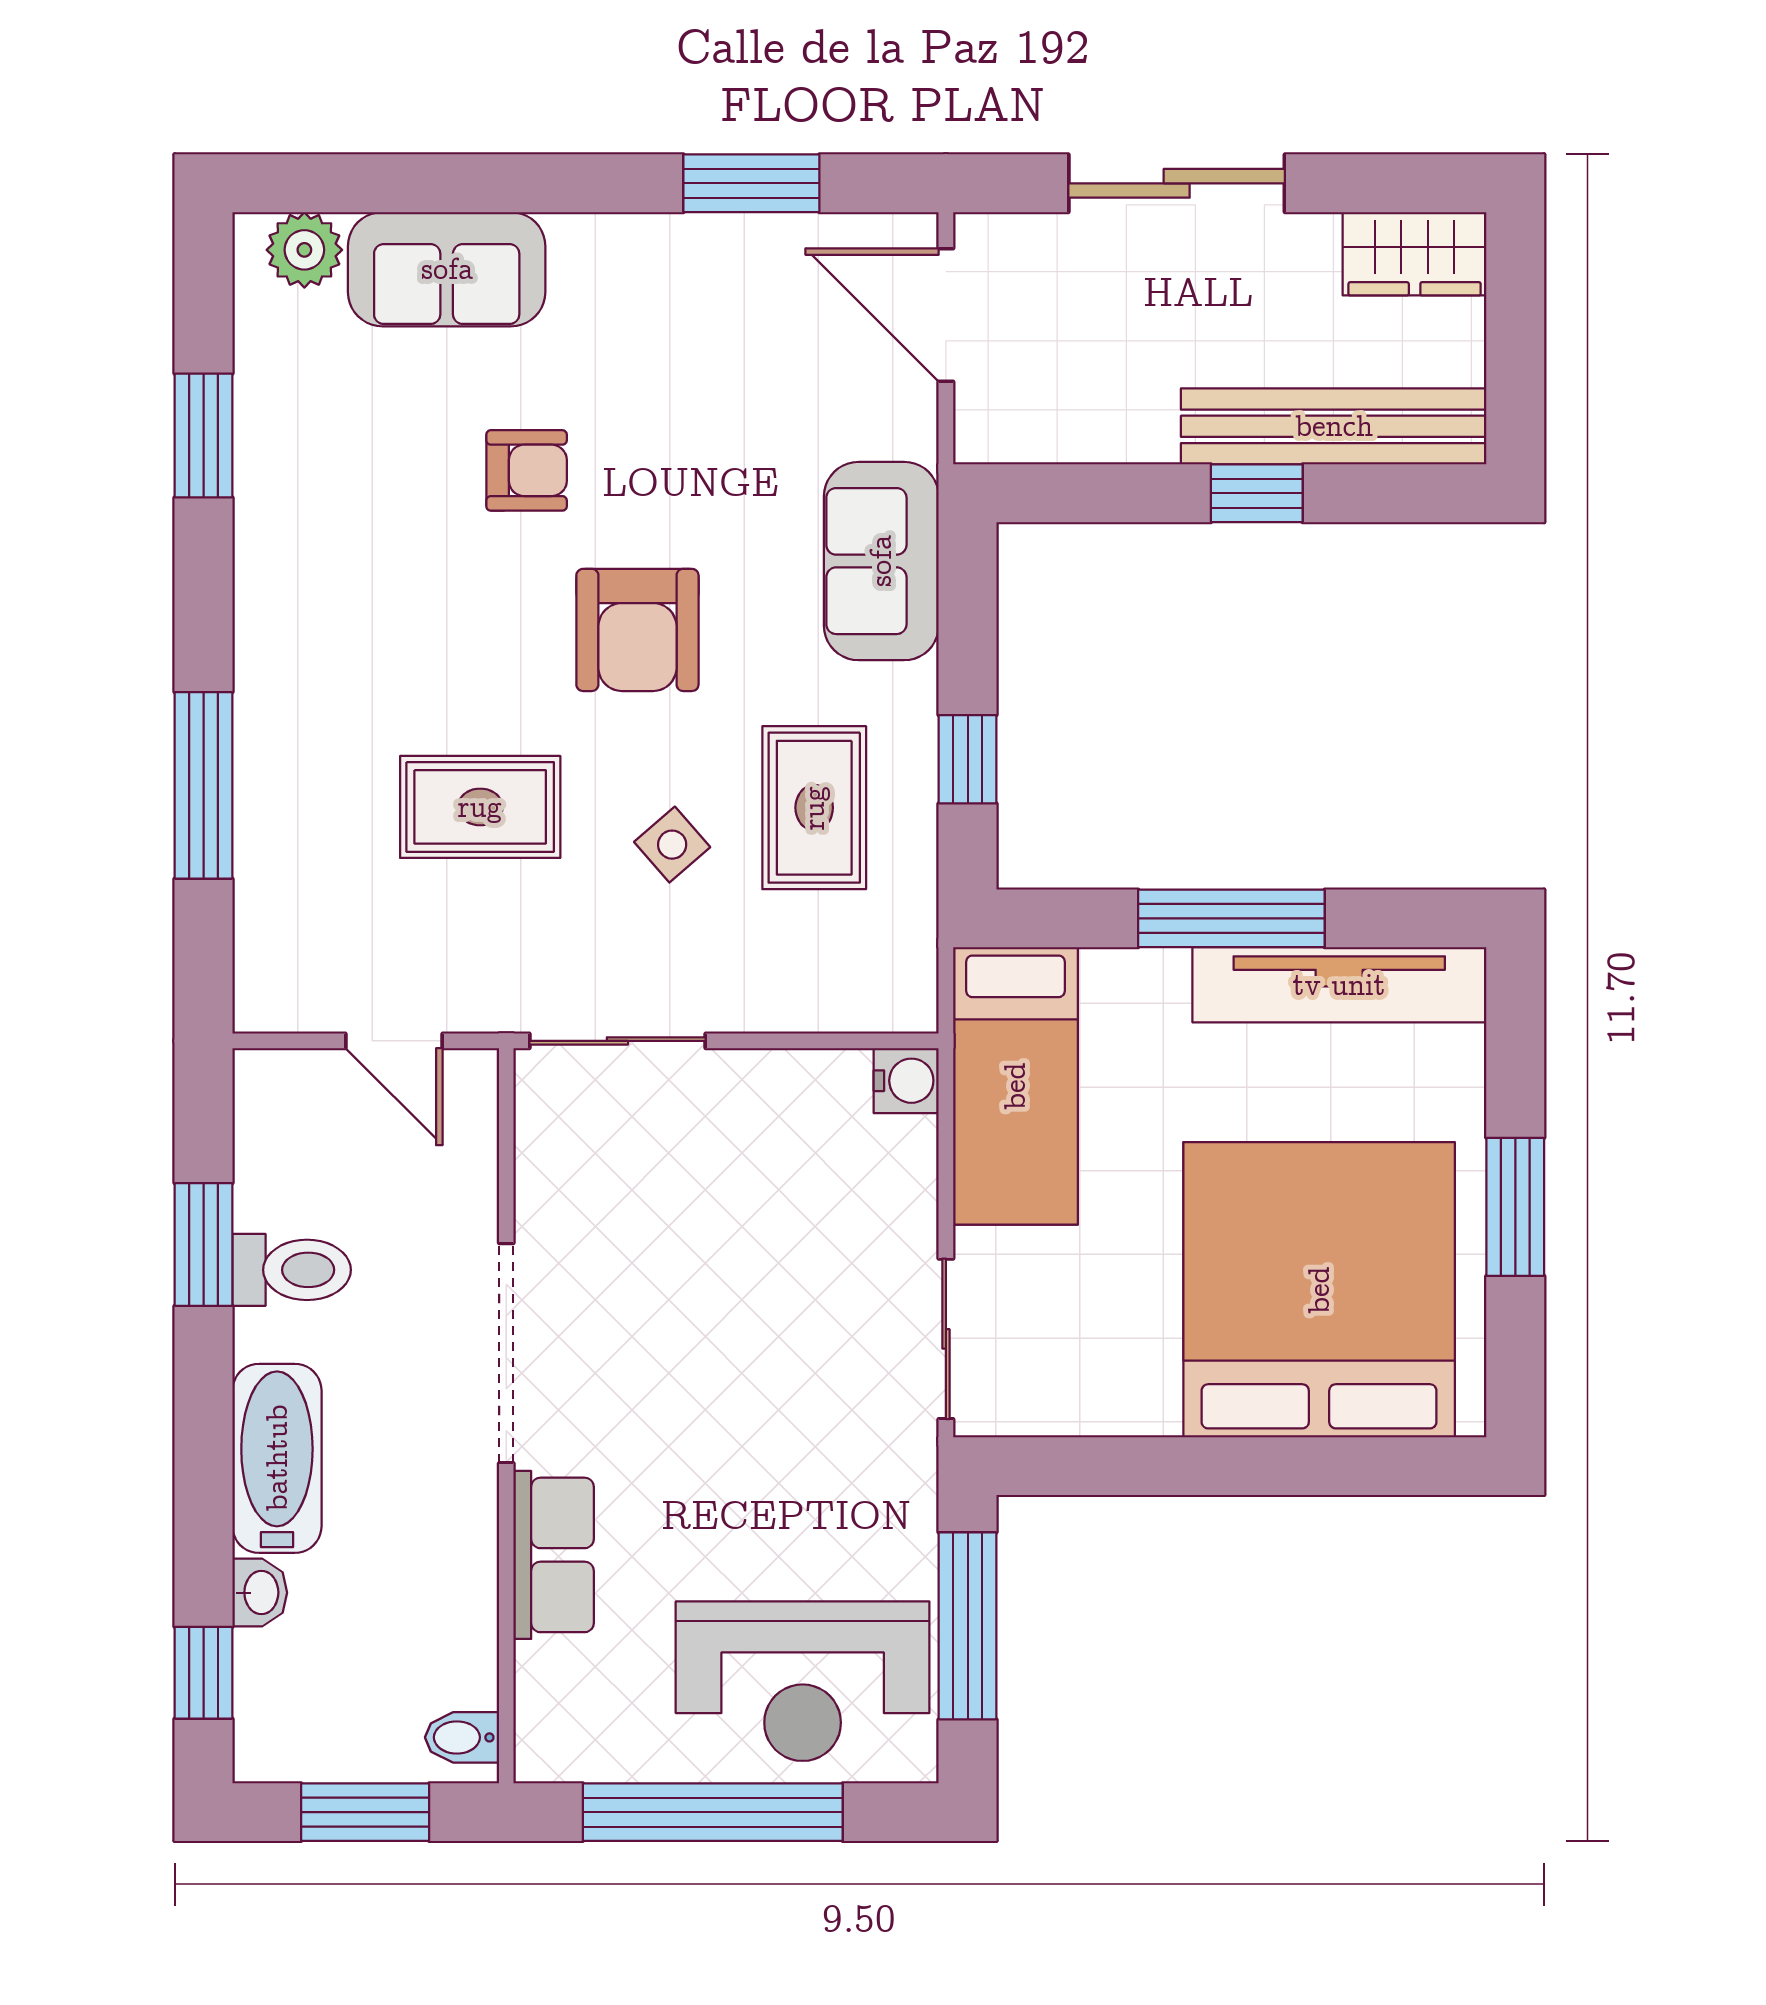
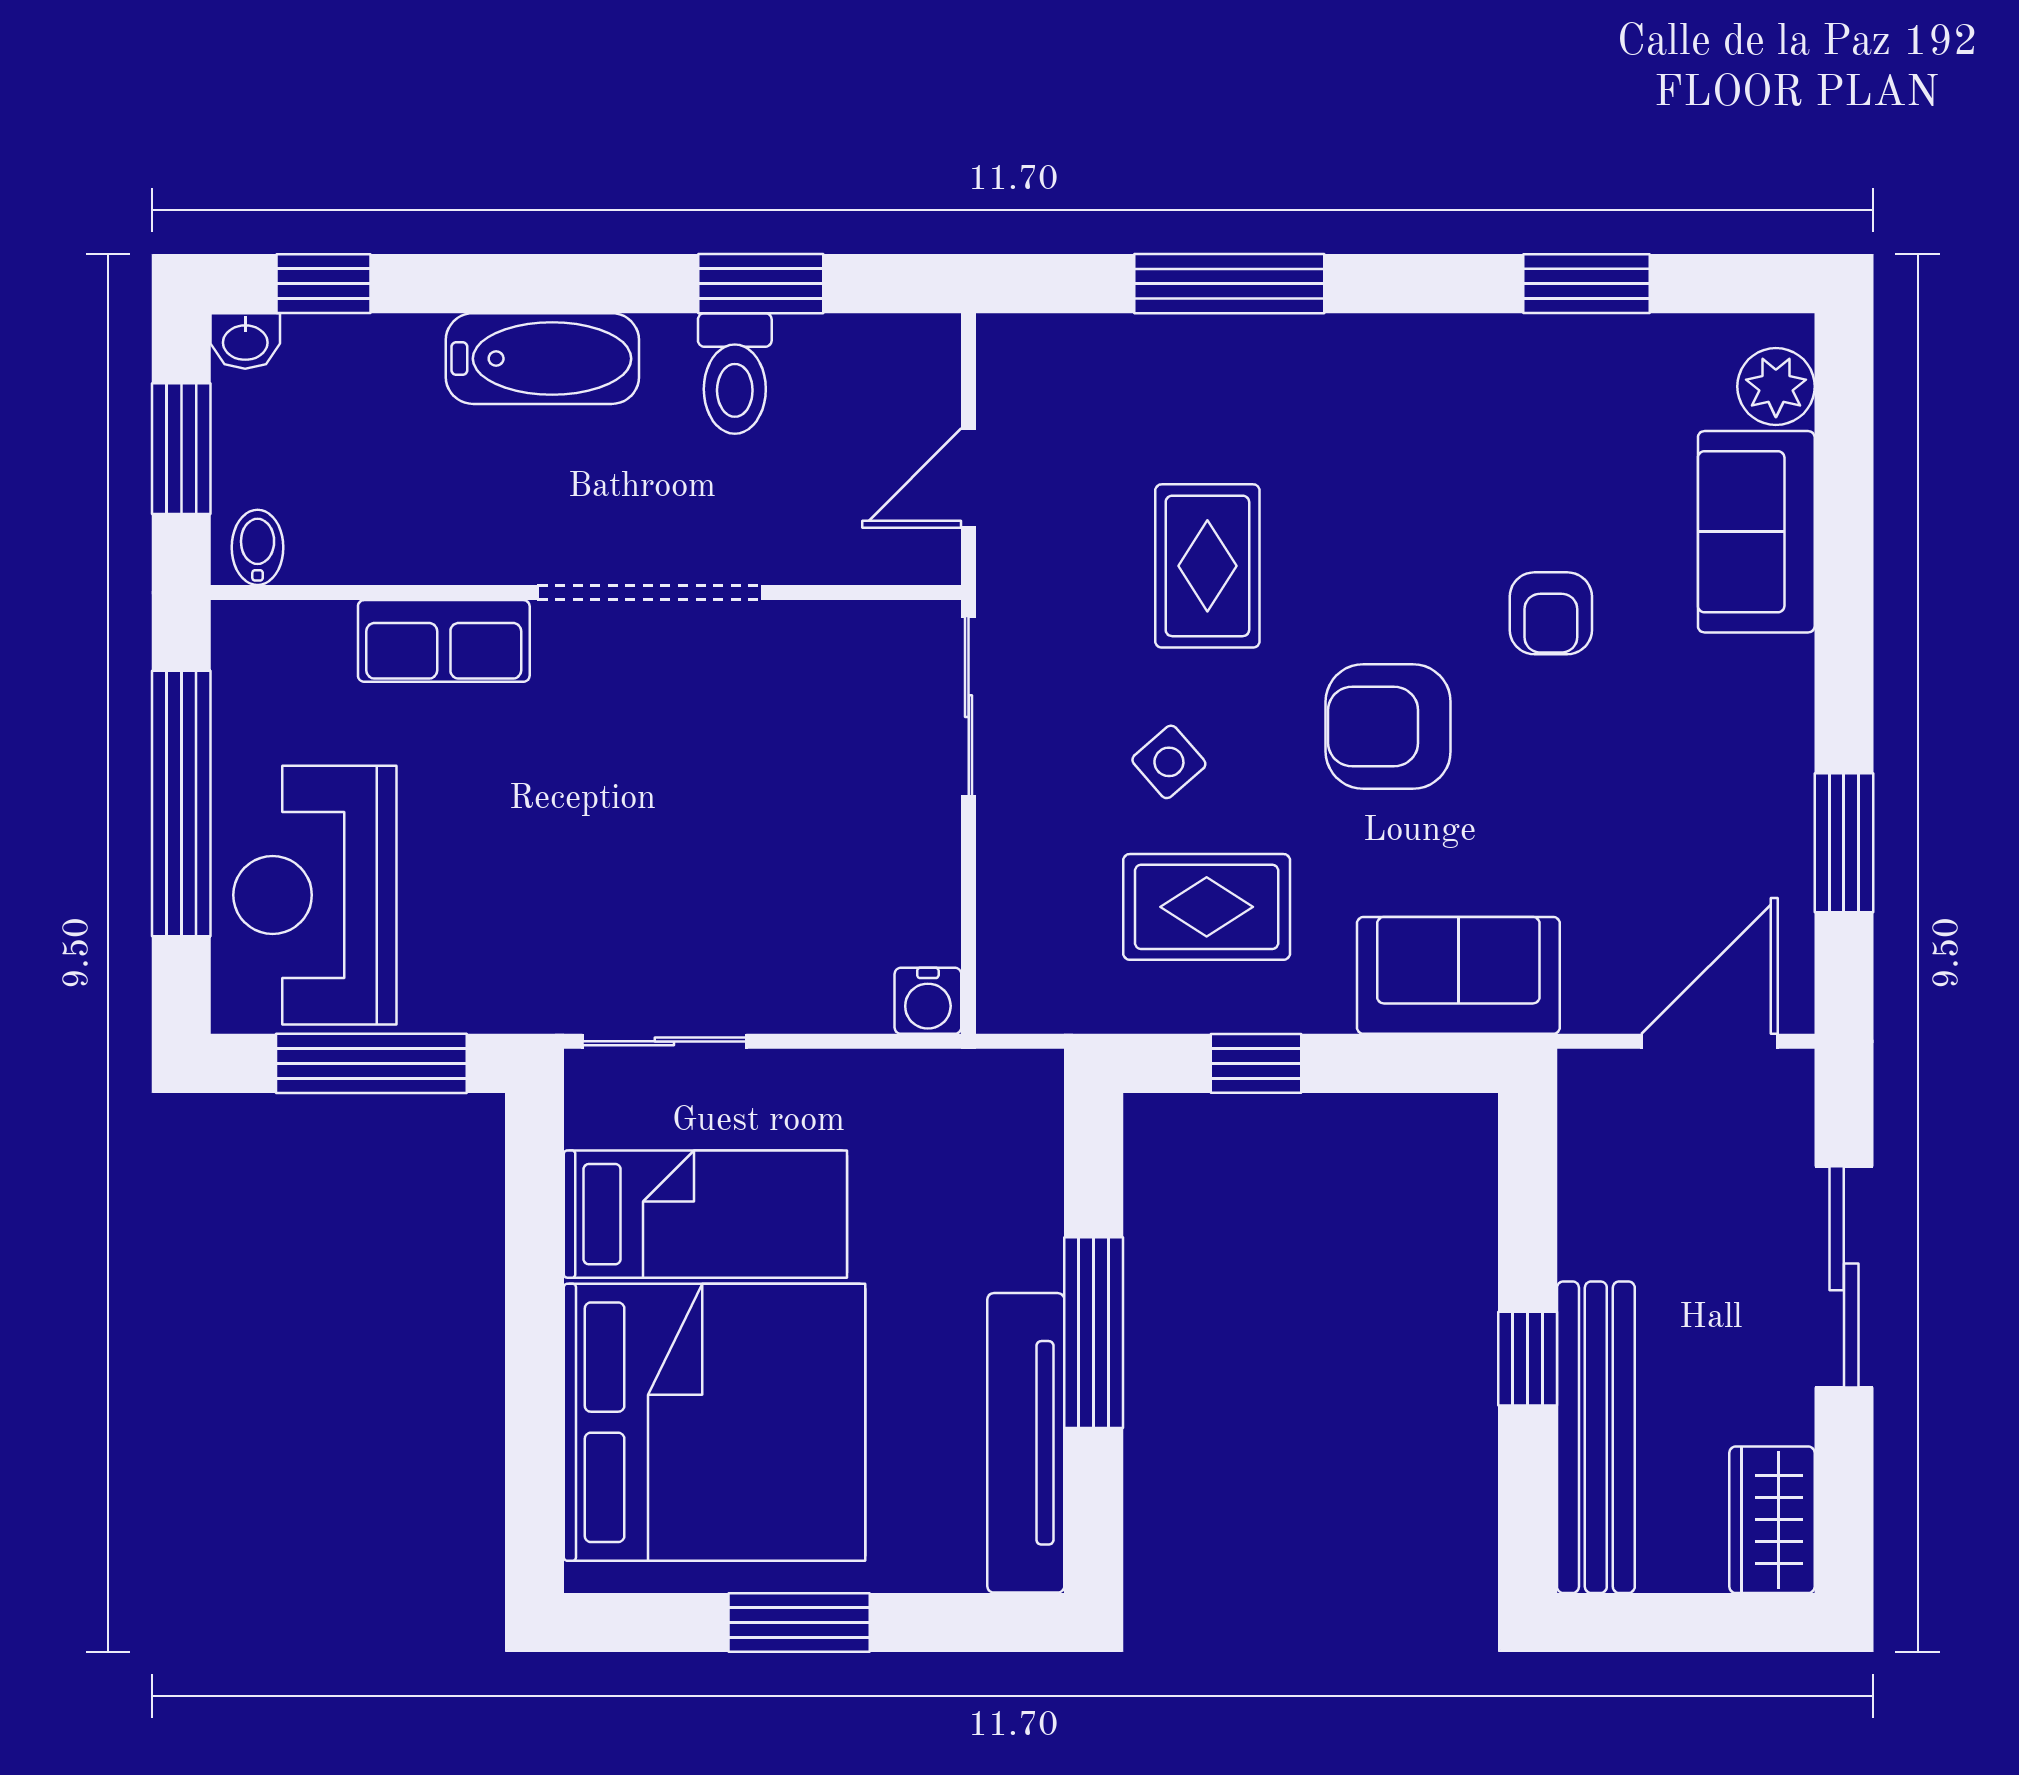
bed: (1015, 1086) -> (705, 1214), moved, turned 180
washbasin: (260, 1593) -> (245, 341), moved

